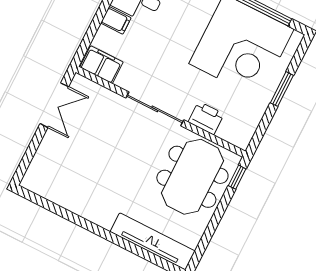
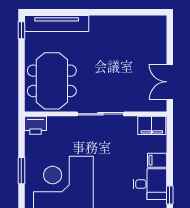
printer: (206, 118) -> (35, 125), moved
window: (237, 177) -> (21, 30), moved

